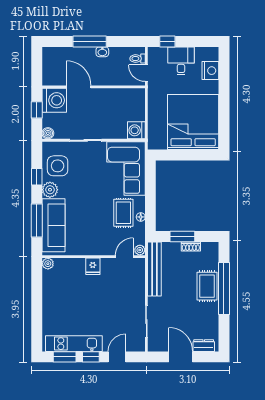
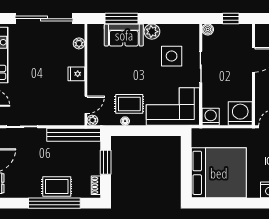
washing machine: (54, 100) -> (240, 113), moved, turned 180
side table: (58, 166) -> (172, 56), moved
window: (37, 177) -> (165, 19), removed
sofa: (53, 225) -> (124, 35), width x0.73
shoe rack: (191, 247) -> (96, 185), moved
door: (124, 257) -> (86, 105), hinge flipped
plant: (48, 264) -> (79, 43), moved
sliding door: (37, 299) -> (44, 19), added

